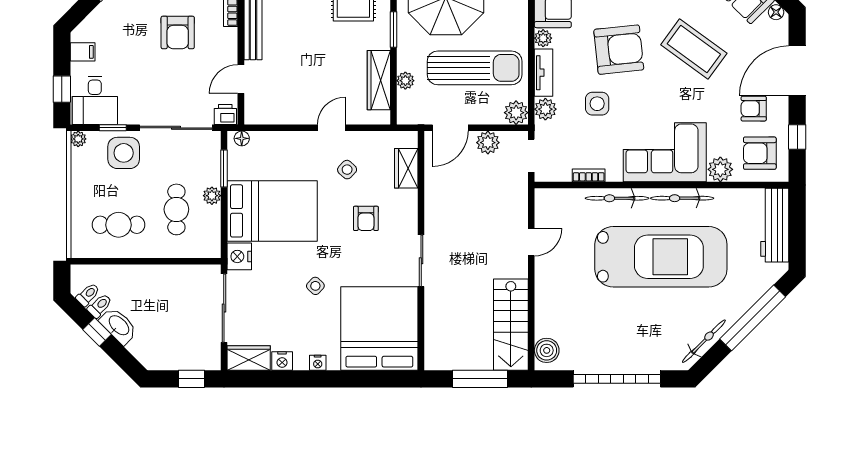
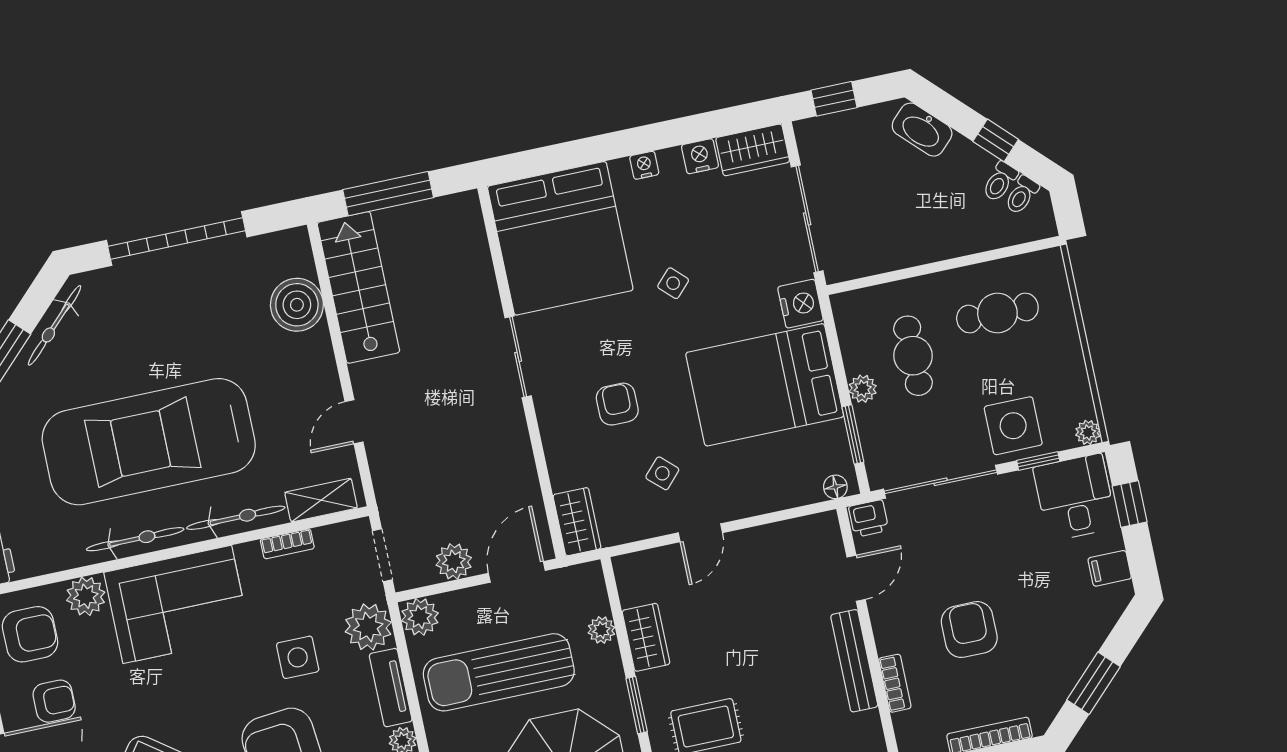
wardrobe: (379, 80) -> (646, 637), width x0.67
plant: (545, 109) -> (368, 627), width x1.36, depth x1.36
wardrobe: (406, 168) -> (577, 522), moved
shelving: (562, 198) -> (321, 500), added
washbasin: (118, 326) -> (922, 130), moved
boiler: (547, 350) -> (297, 305), moved, width x1.37, depth x1.37

